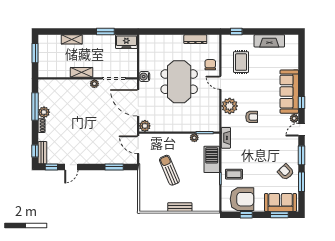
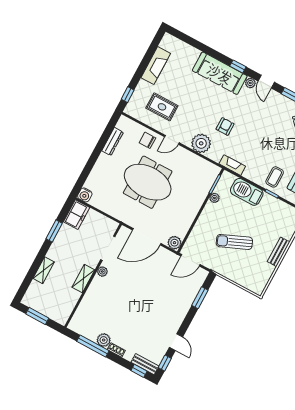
water cooler: (144, 77) -> (85, 195), moved

